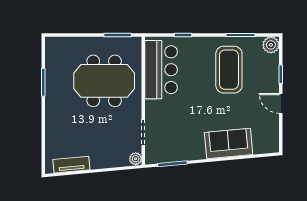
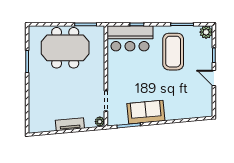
bar counter: (161, 70) -> (130, 38), moved, turned 90
meeting table: (104, 81) -> (65, 48), moved
sofa: (229, 144) -> (146, 112), moved
tv unit: (71, 165) -> (70, 124), moved

